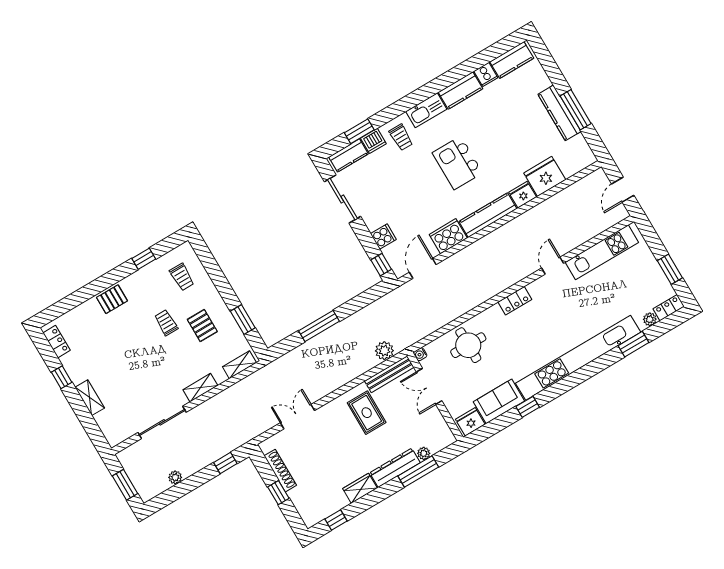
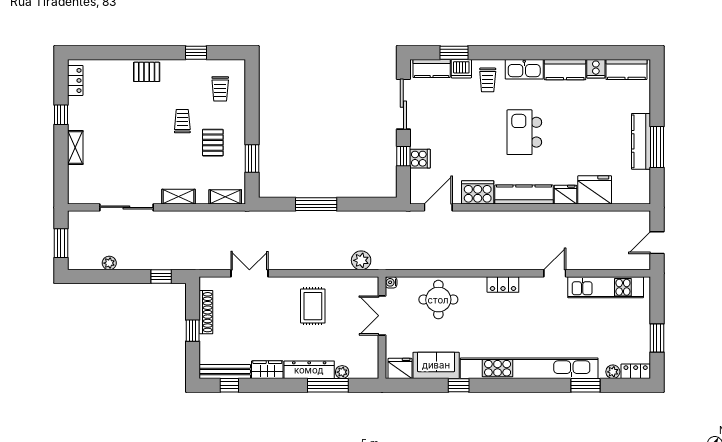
window: (381, 265) -> (403, 156), moved
bench: (389, 374) -> (225, 371), moved

